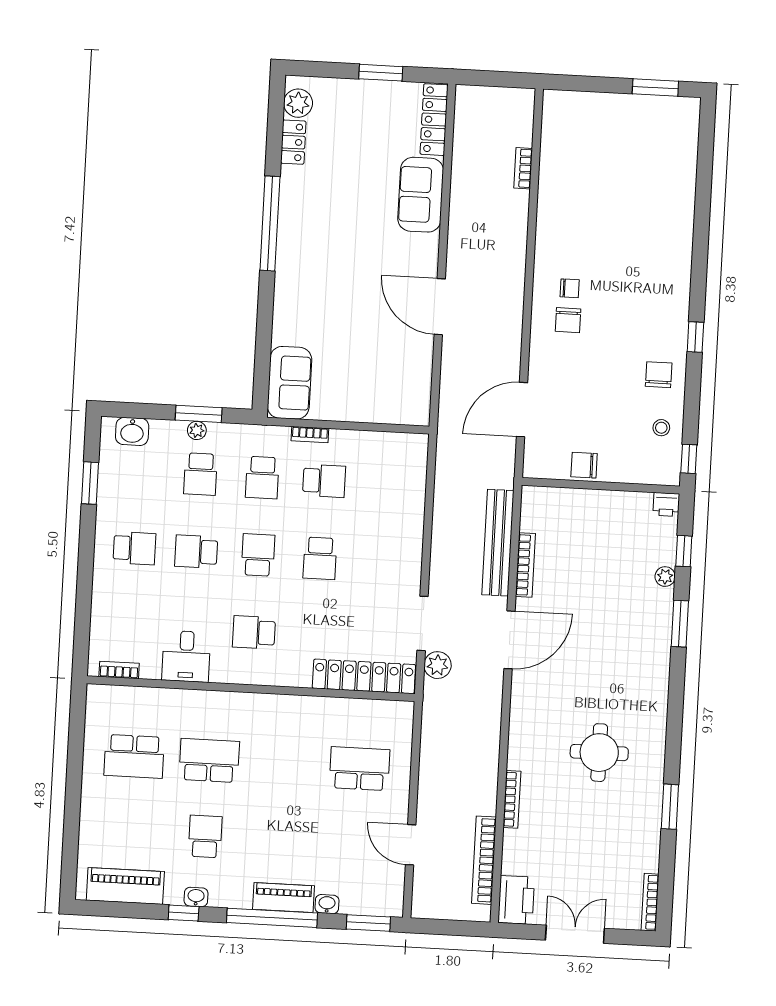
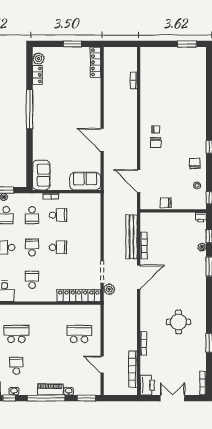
sofa: (421, 195) -> (85, 181), moved, turned 90
door: (522, 410) -> (139, 181), hinge flipped
school desk: (320, 558) -> (58, 247), turned -90
school desk: (254, 632) -> (32, 280), turned 90

